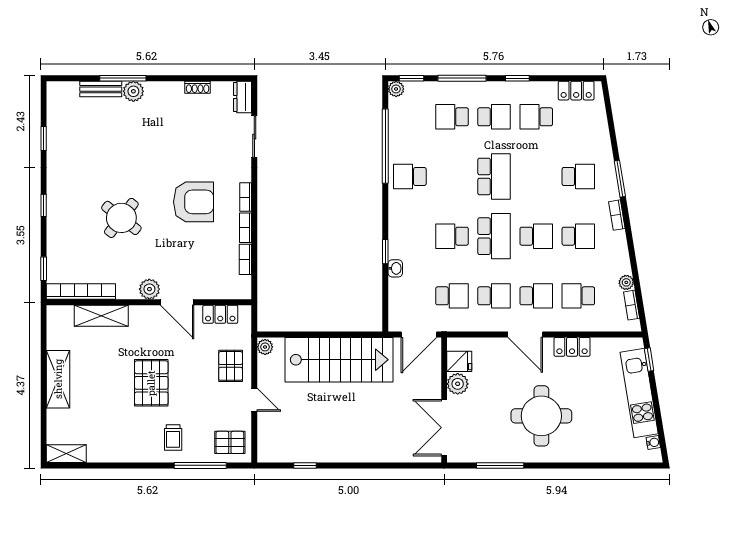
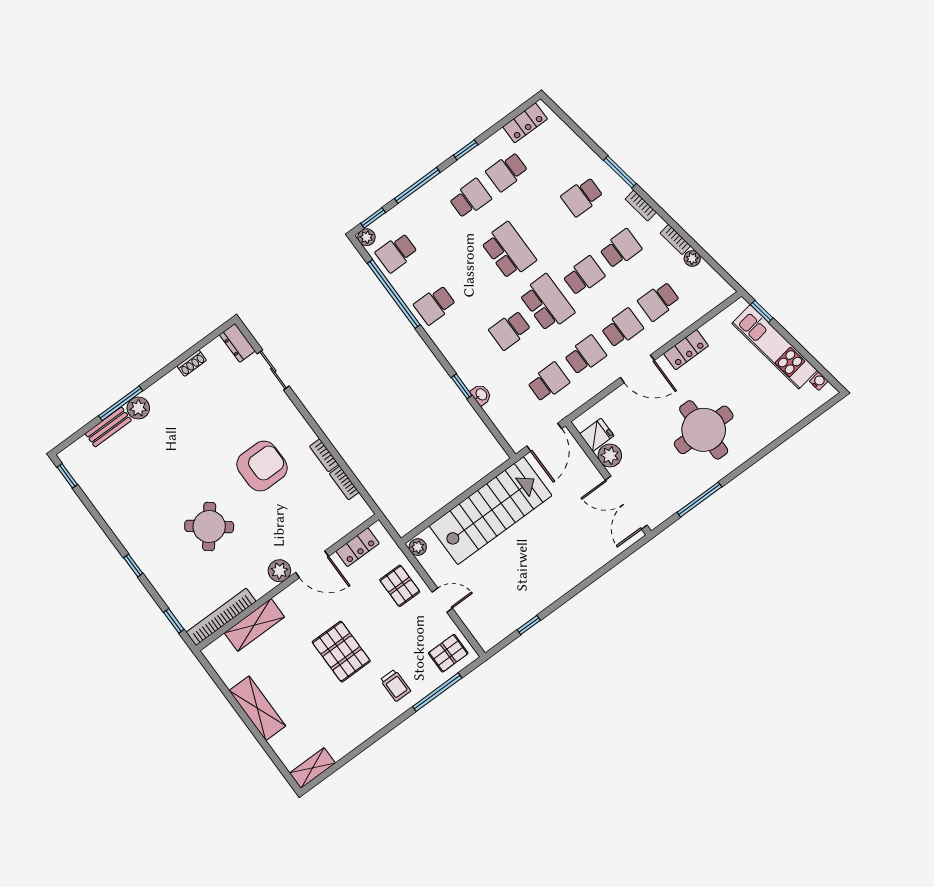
school desk: (452, 117) -> (396, 253), moved
window: (44, 138) -> (67, 476), moved
school desk: (578, 176) -> (582, 197), turned 180
bookcase: (246, 197) -> (304, 428), removed
bookcase: (632, 305) -> (675, 240), moved

